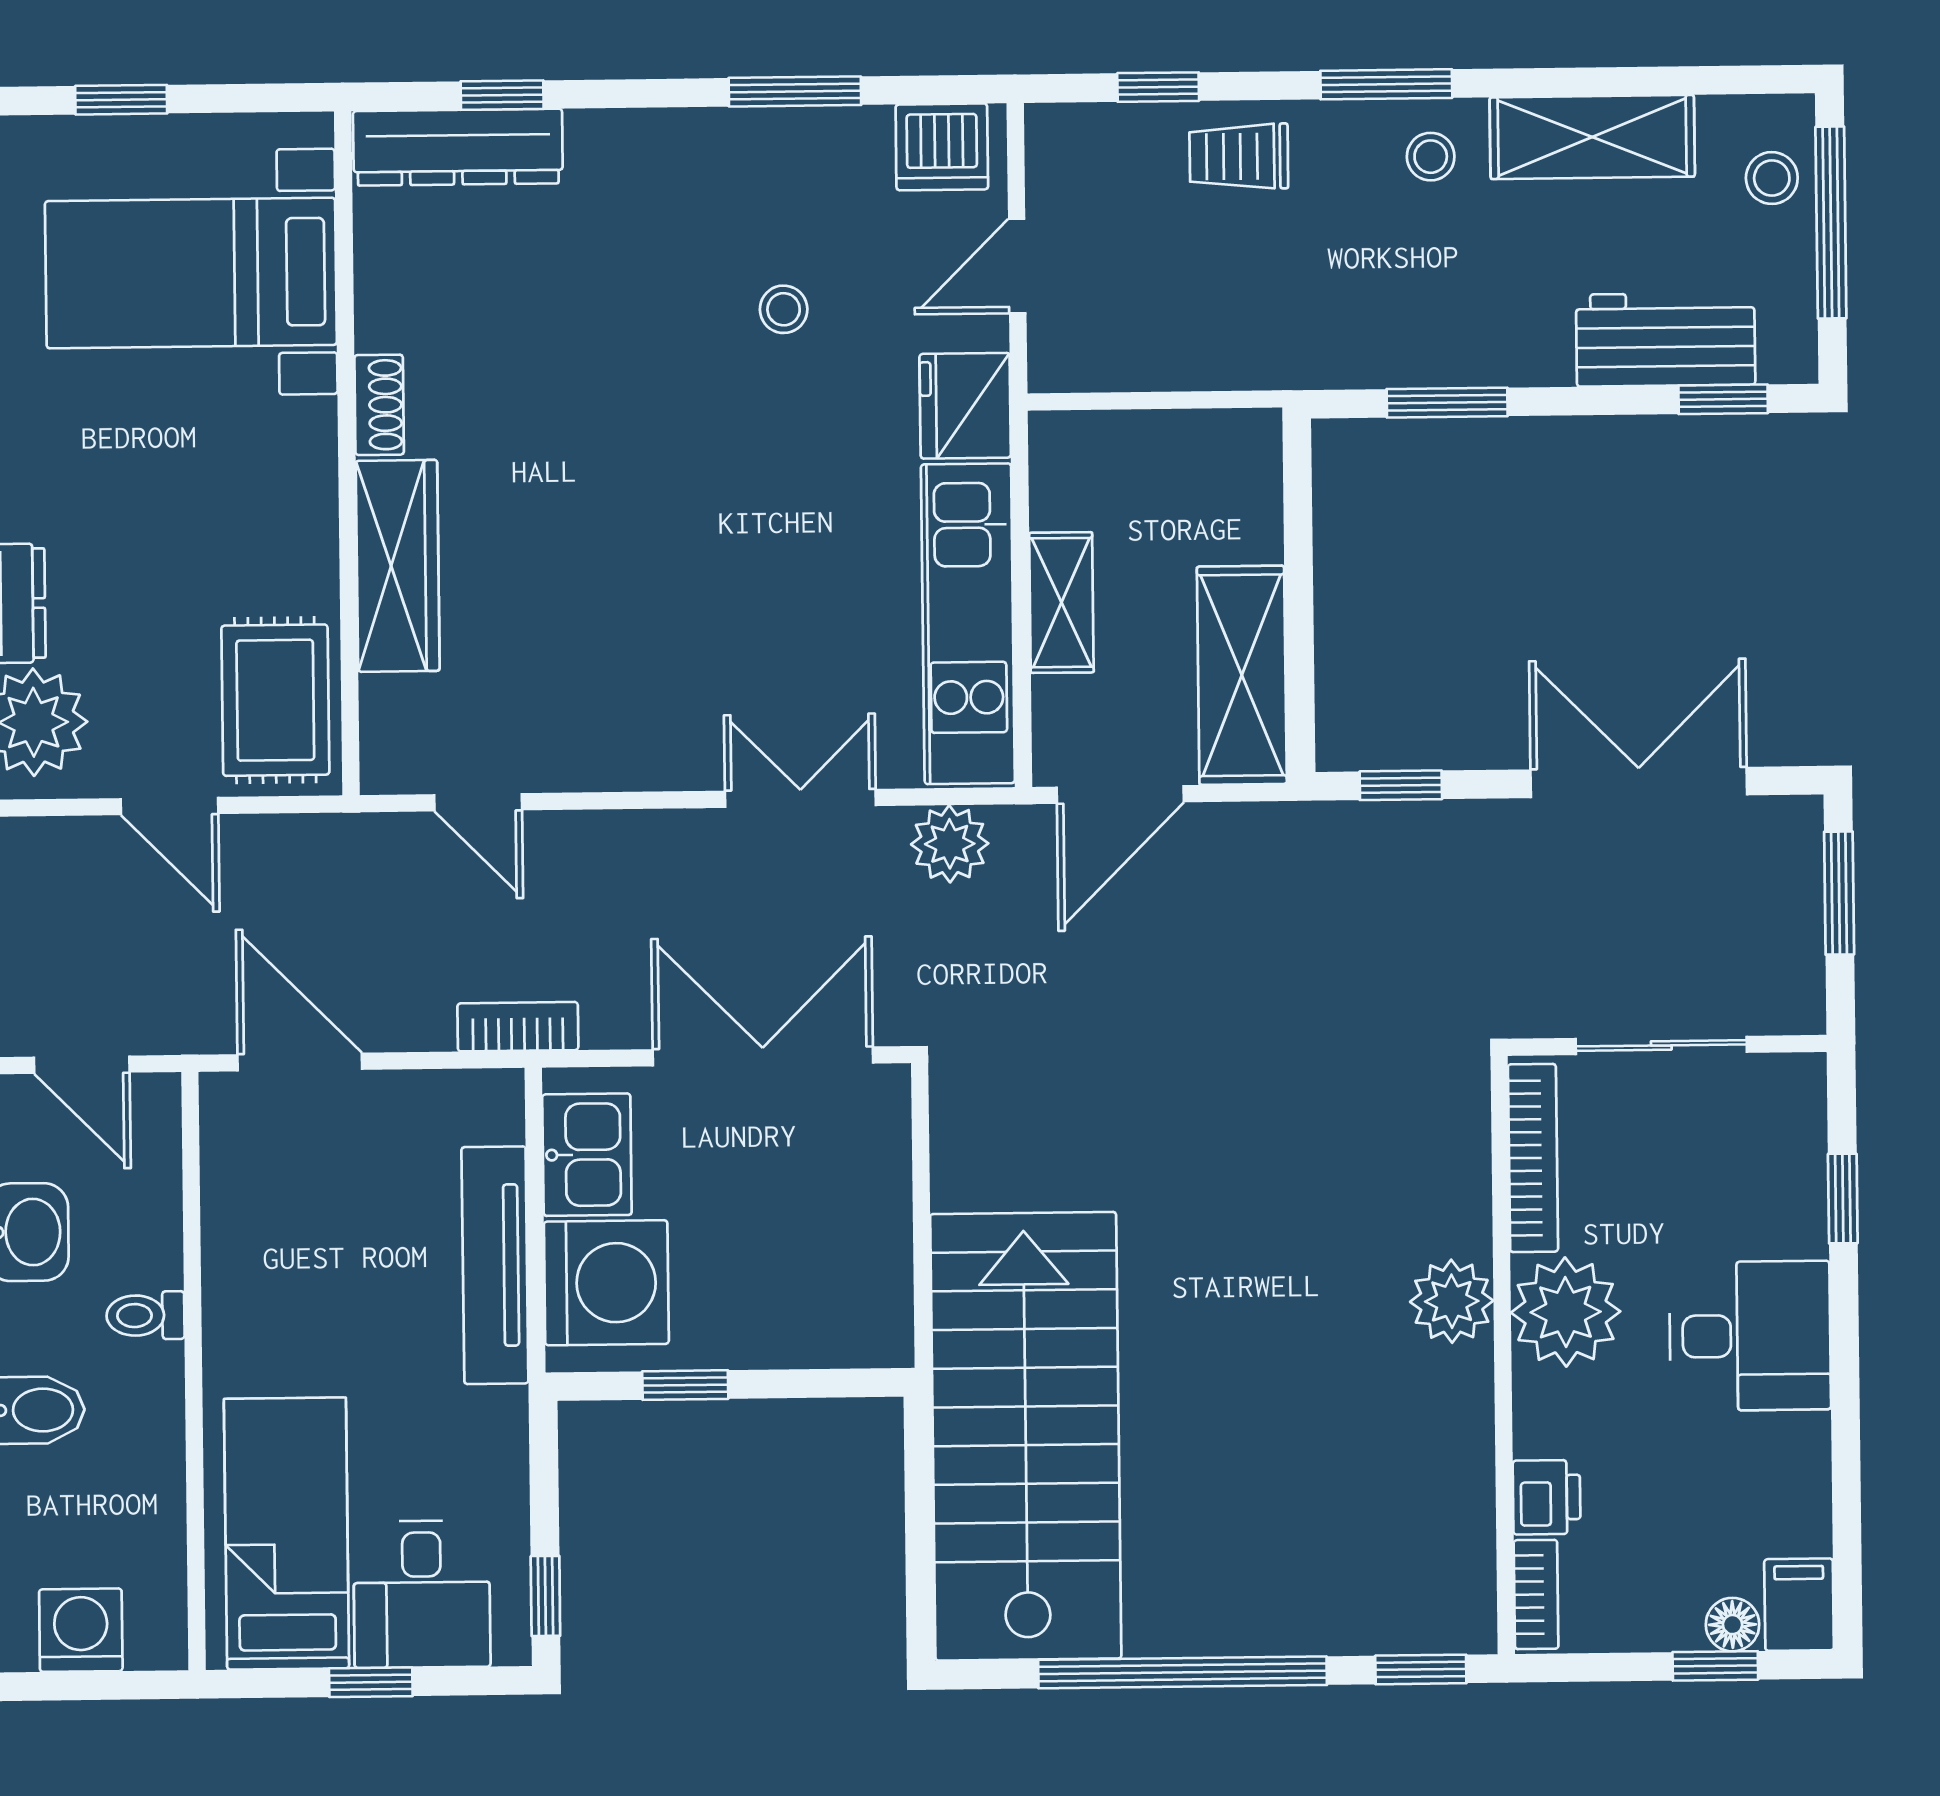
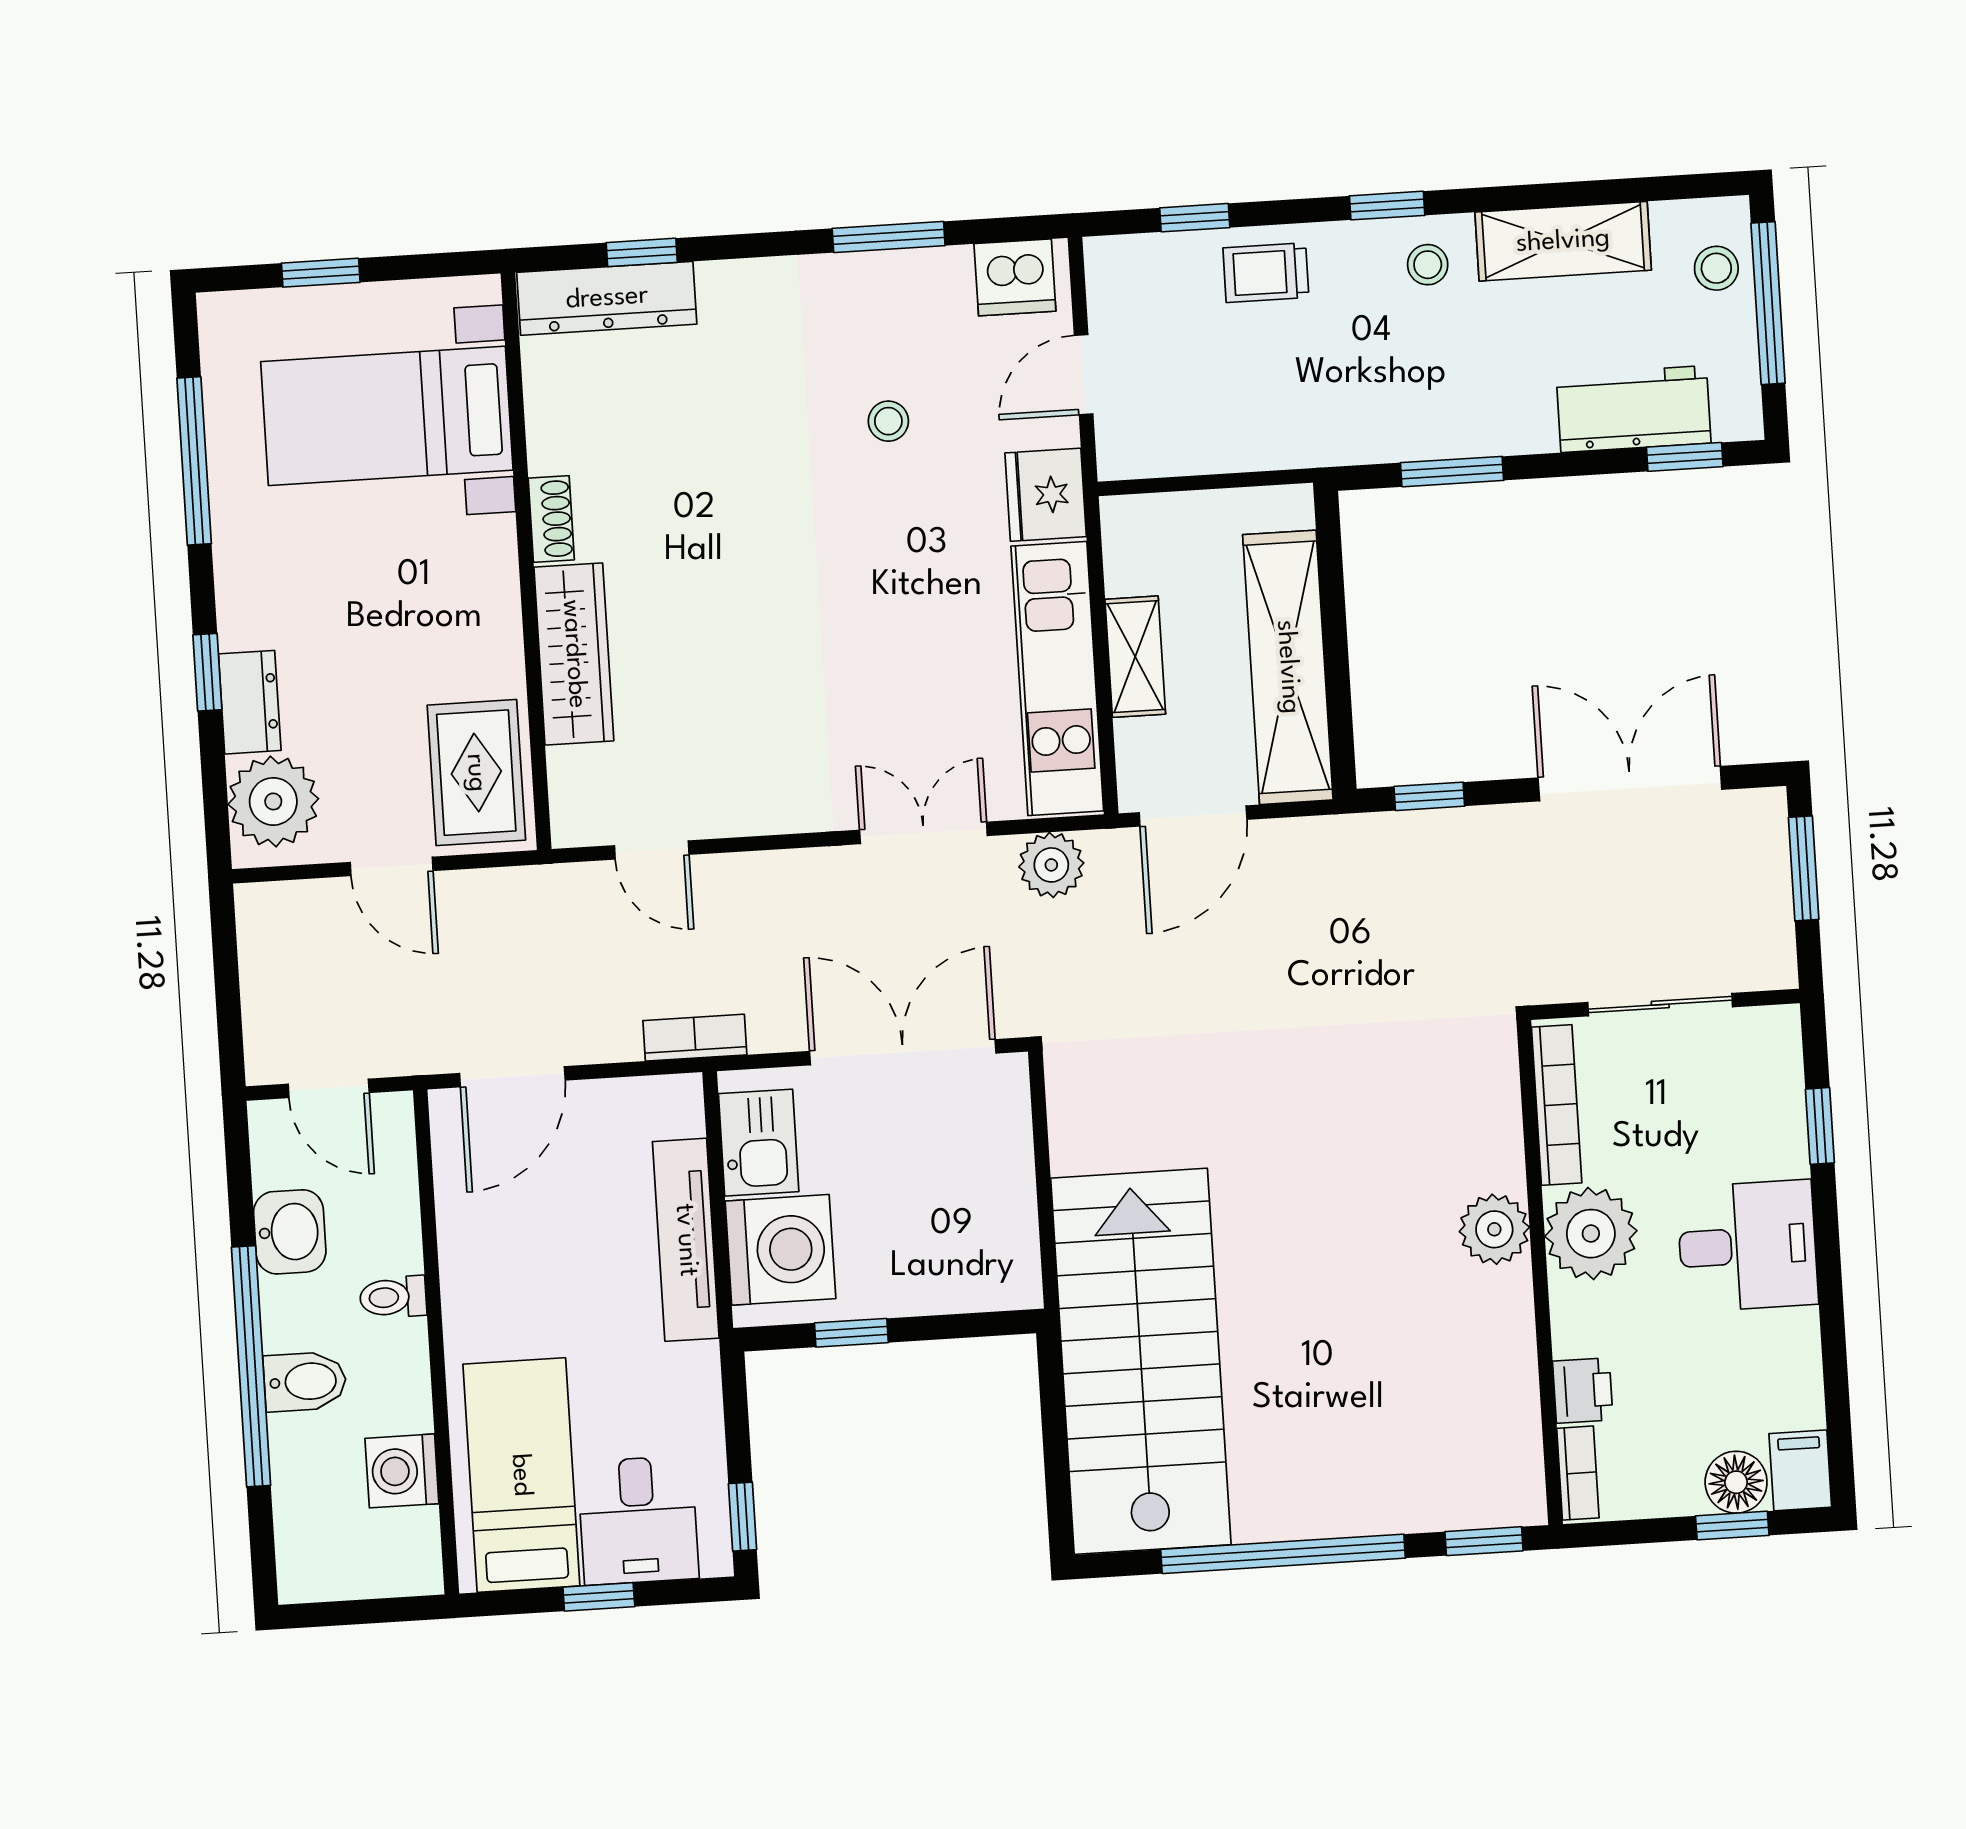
window: (1386, 84) -> (1387, 206), width x0.67
shelving: (1242, 675) -> (1288, 667), width x1.47
door: (300, 1062) -> (512, 1077), swing flipped
floor lamp: (1733, 1625) -> (1736, 1482), width x1.37, depth x1.37
washing machine: (81, 1630) -> (402, 1471), moved, turned -90

